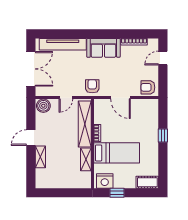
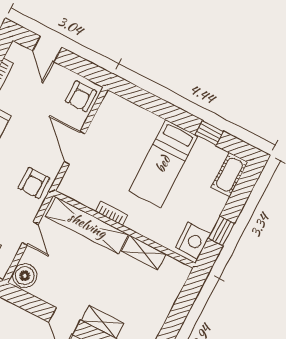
armchair: (92, 86) -> (34, 183), turned -90
door: (120, 98) -> (75, 148), swing flipped
window: (163, 135) -> (209, 133), moved
bed: (117, 153) -> (163, 164), moved, turned 180

